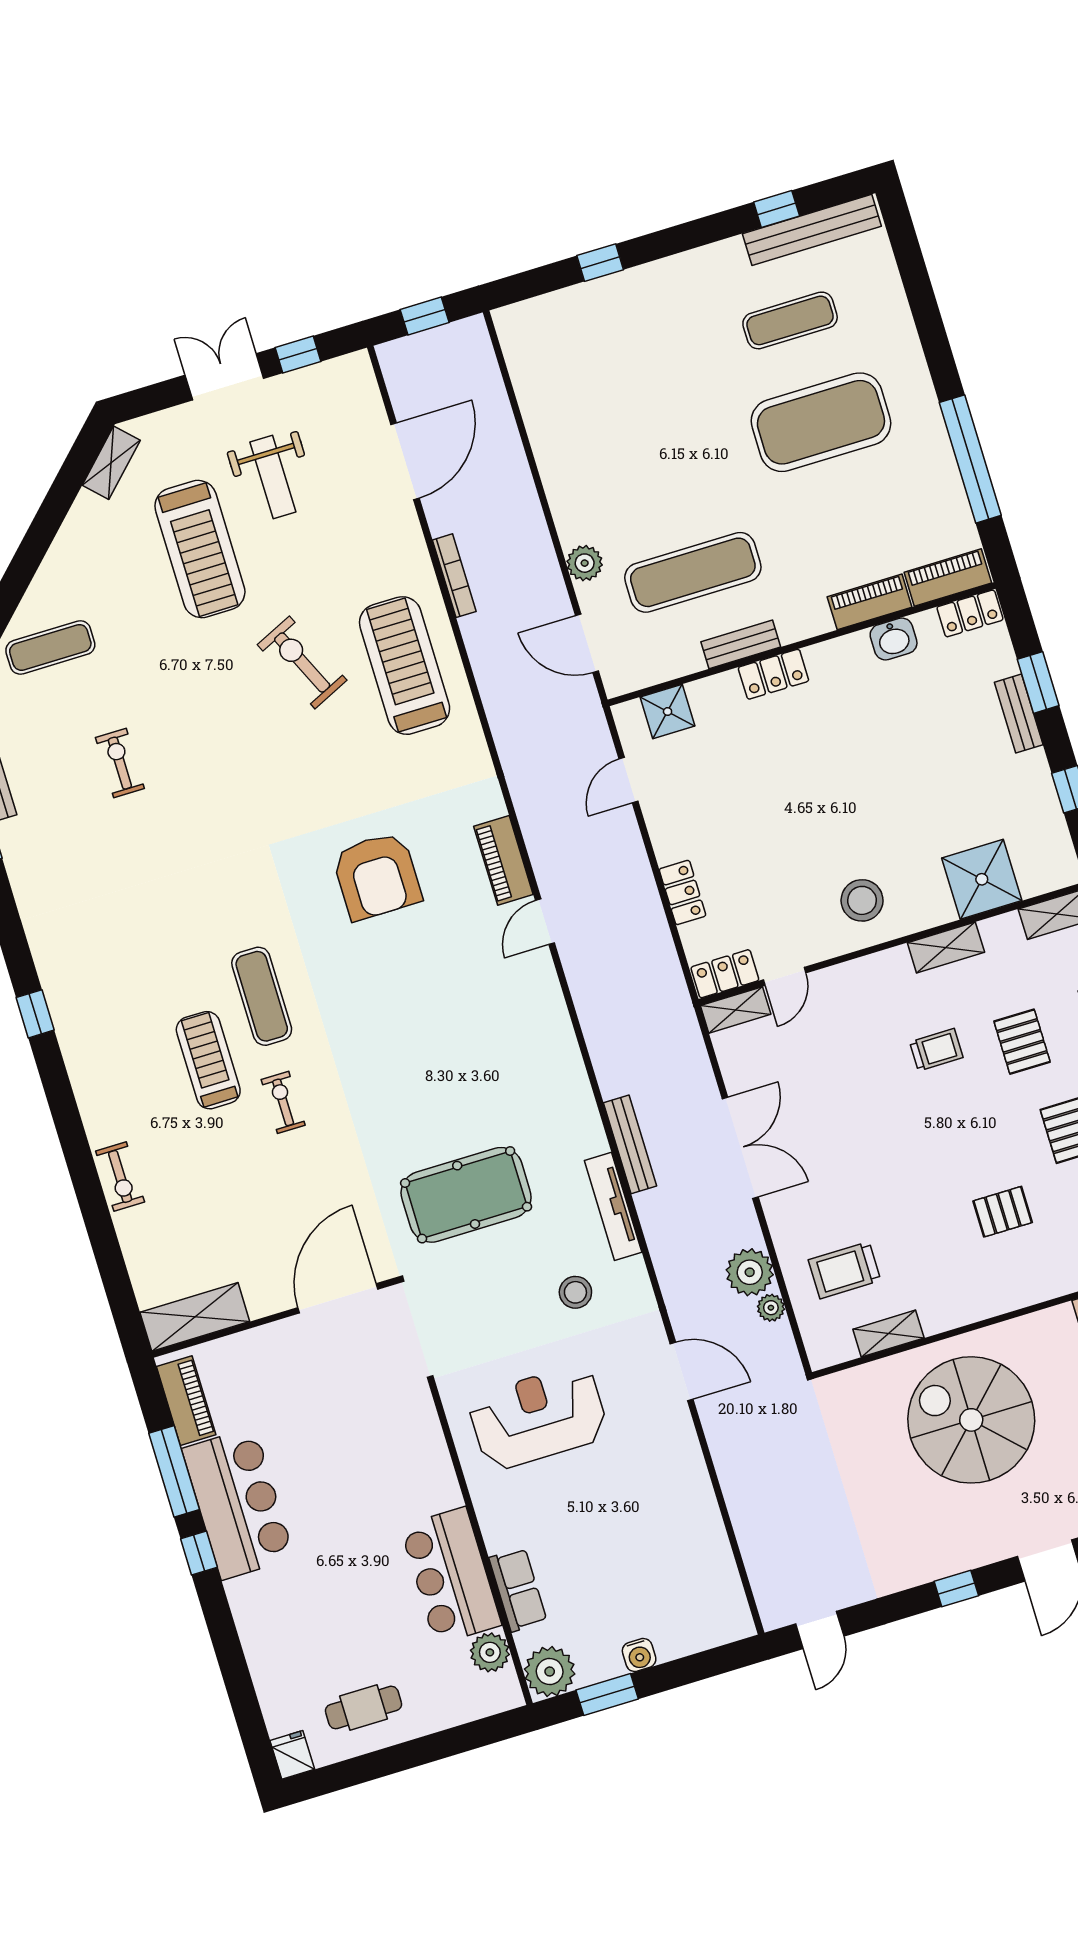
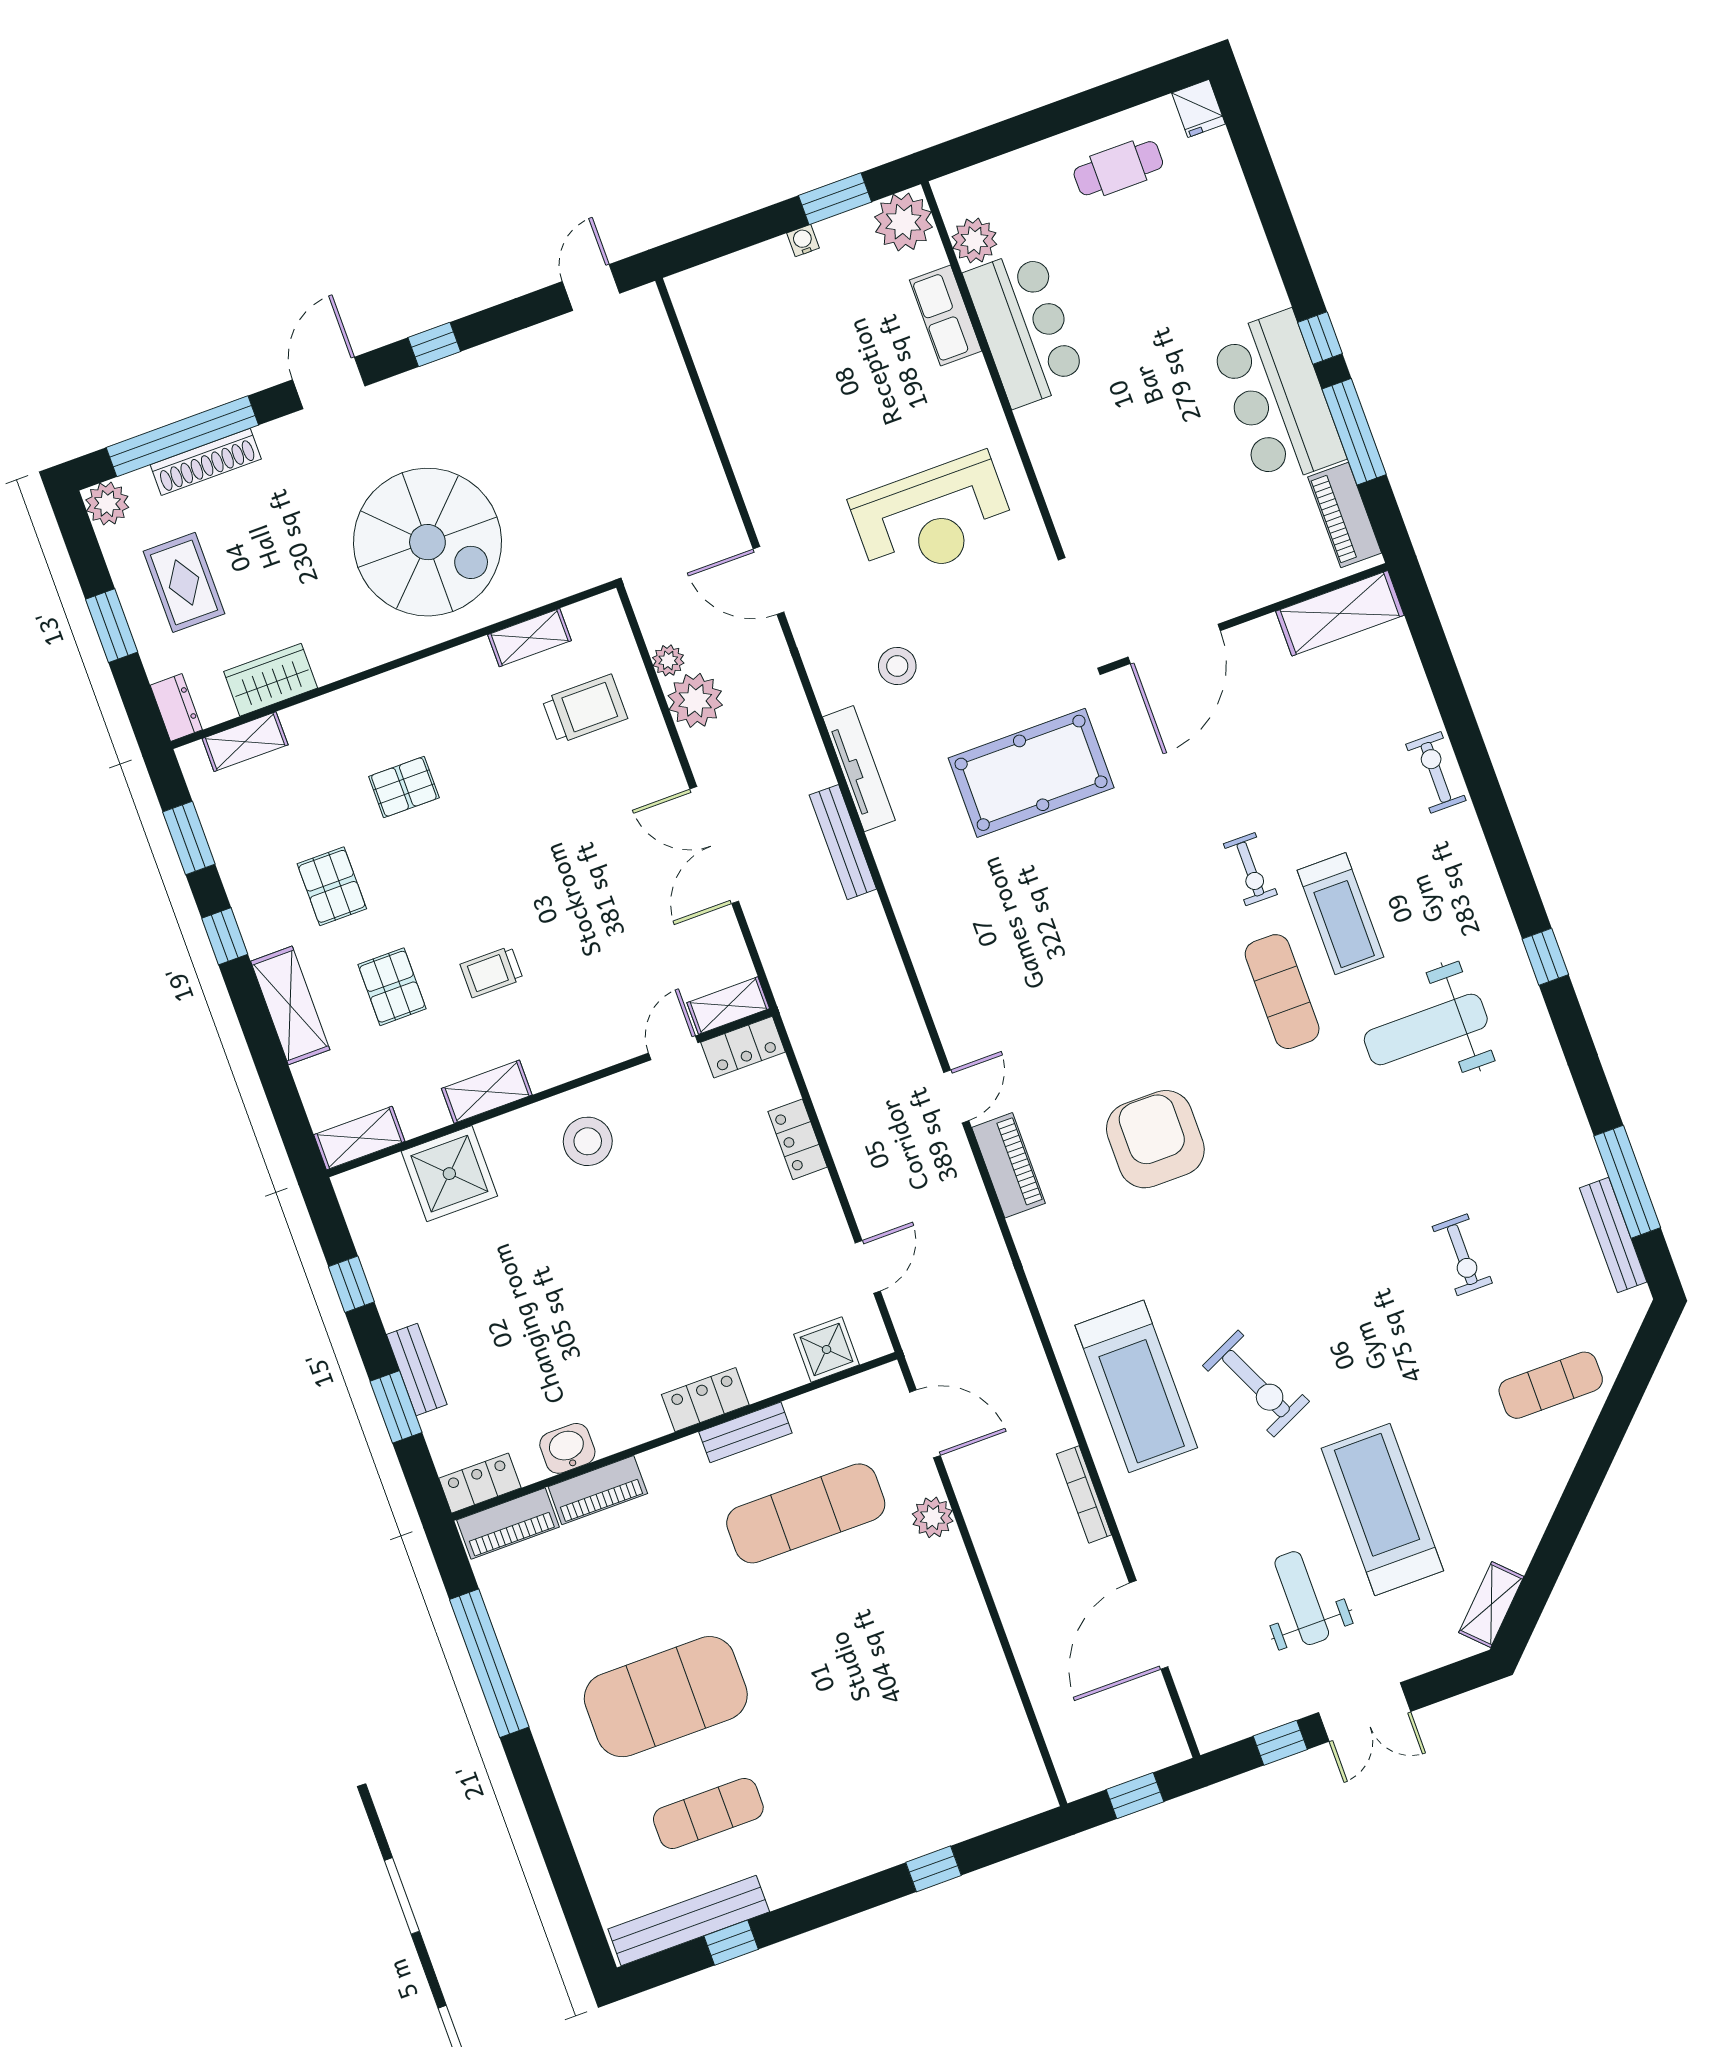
weight bench: (141, 957) -> (1426, 1029), added
water cooler: (639, 1655) -> (803, 241), width x0.72, depth x0.72

